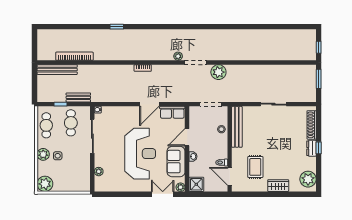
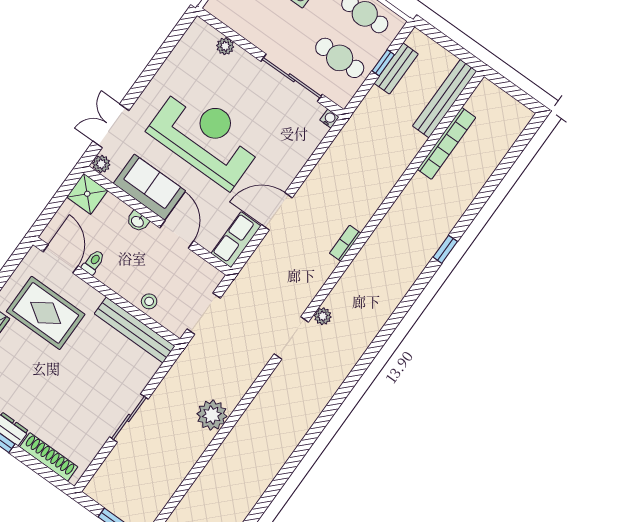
plant: (218, 72) -> (212, 415), moved
bench: (78, 97) -> (396, 69), moved
door: (149, 104) -> (277, 211), hinge flipped
reception desk: (140, 154) -> (206, 137), turned 180
rug: (255, 167) -> (46, 313), width x1.36, depth x1.43
door: (230, 176) -> (61, 259), hinge flipped
double door: (163, 194) -> (111, 126), swing flipped

